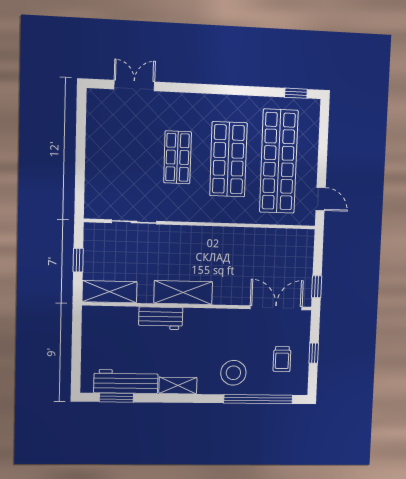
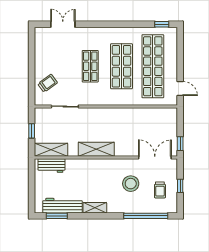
trolley: (106, 183) -> (48, 83), added
workbench: (161, 318) -> (51, 166), moved
stool: (233, 373) -> (131, 184), moved

